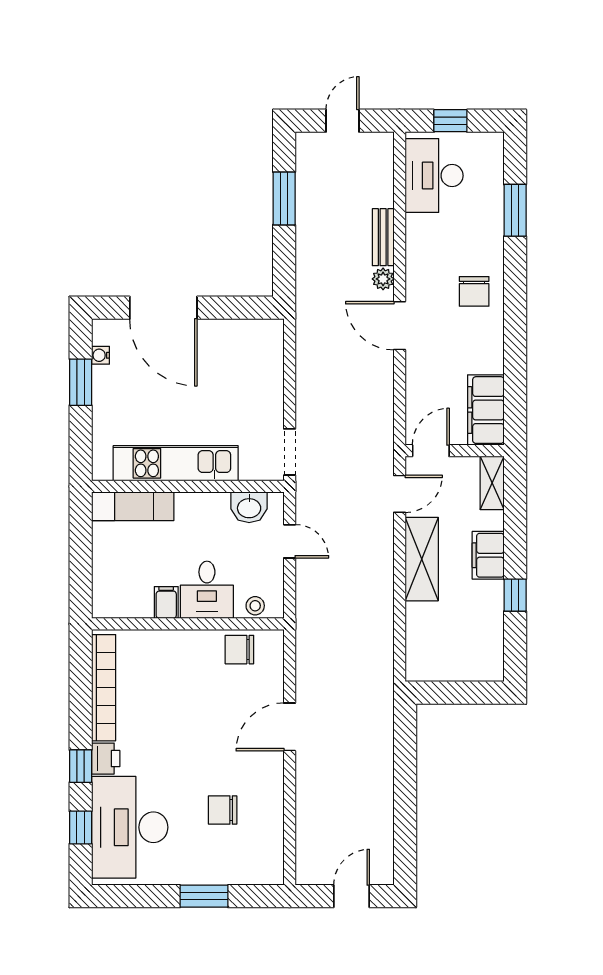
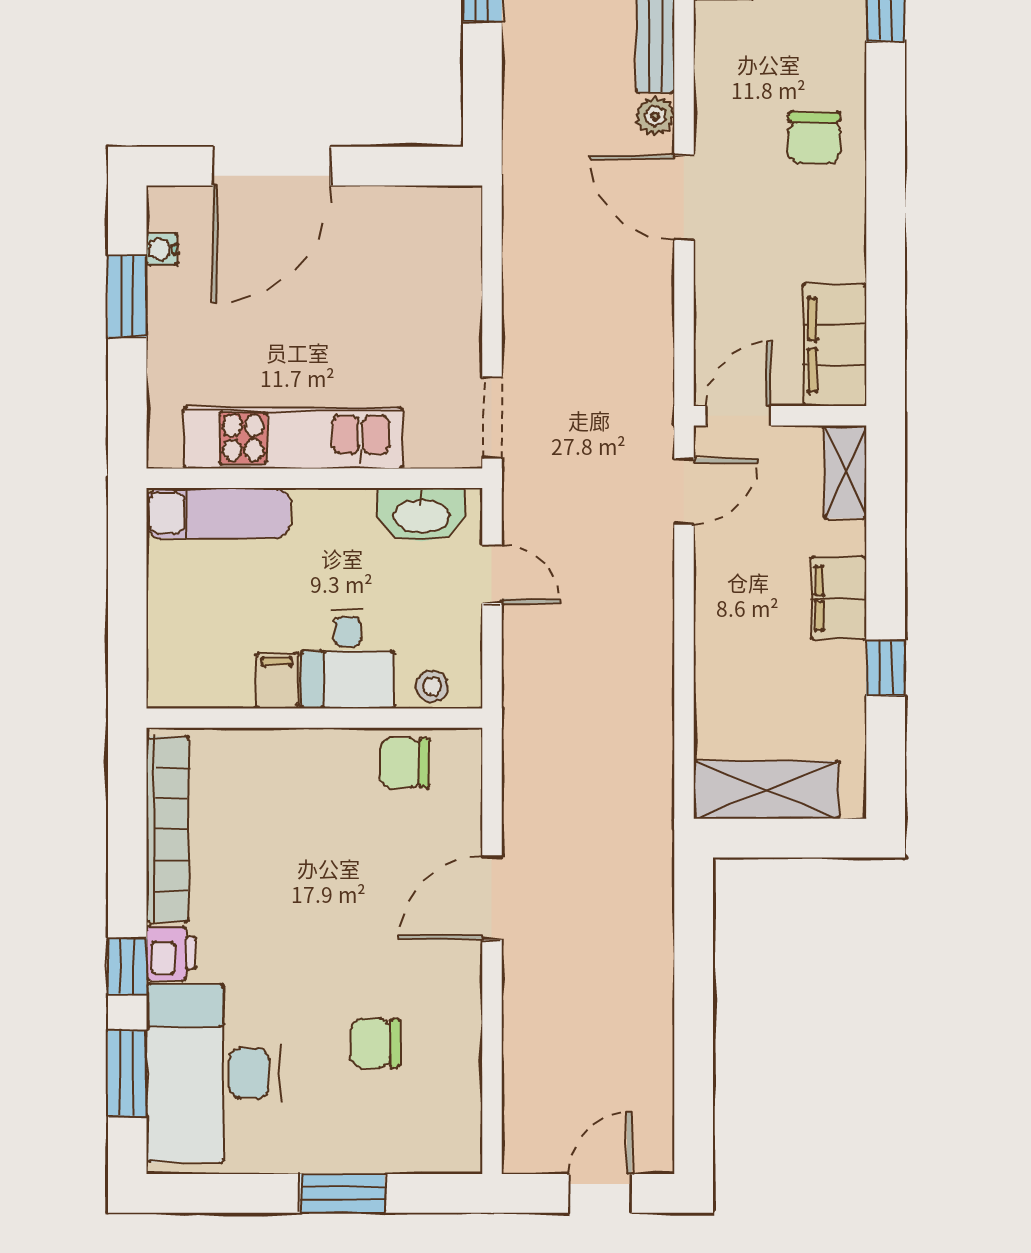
door: (163, 308) -> (272, 166), hinge flipped
washbasin: (249, 507) -> (421, 515), width x1.38
shelving: (422, 559) -> (766, 790), moved, turned 90
window: (81, 827) -> (127, 1073), width x1.50

